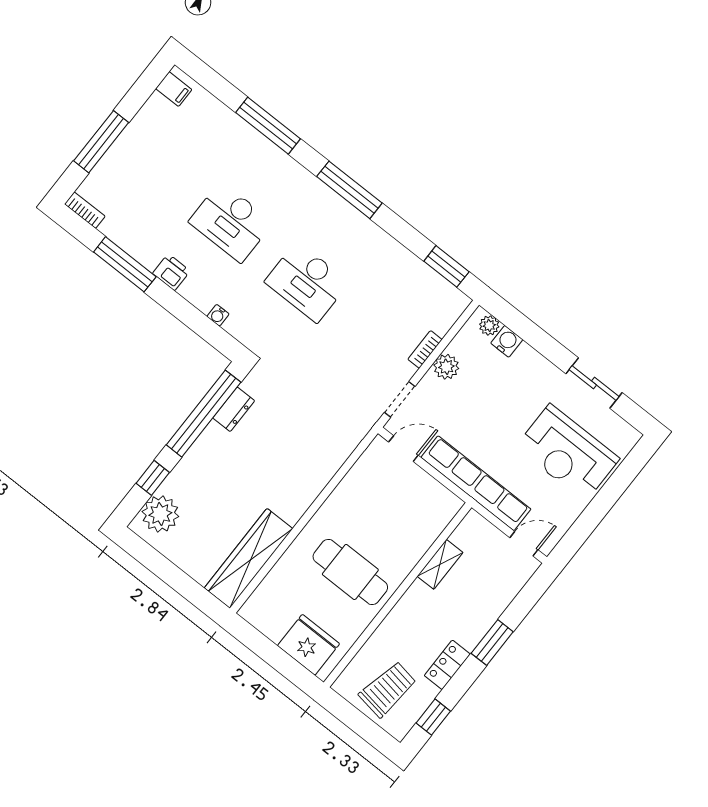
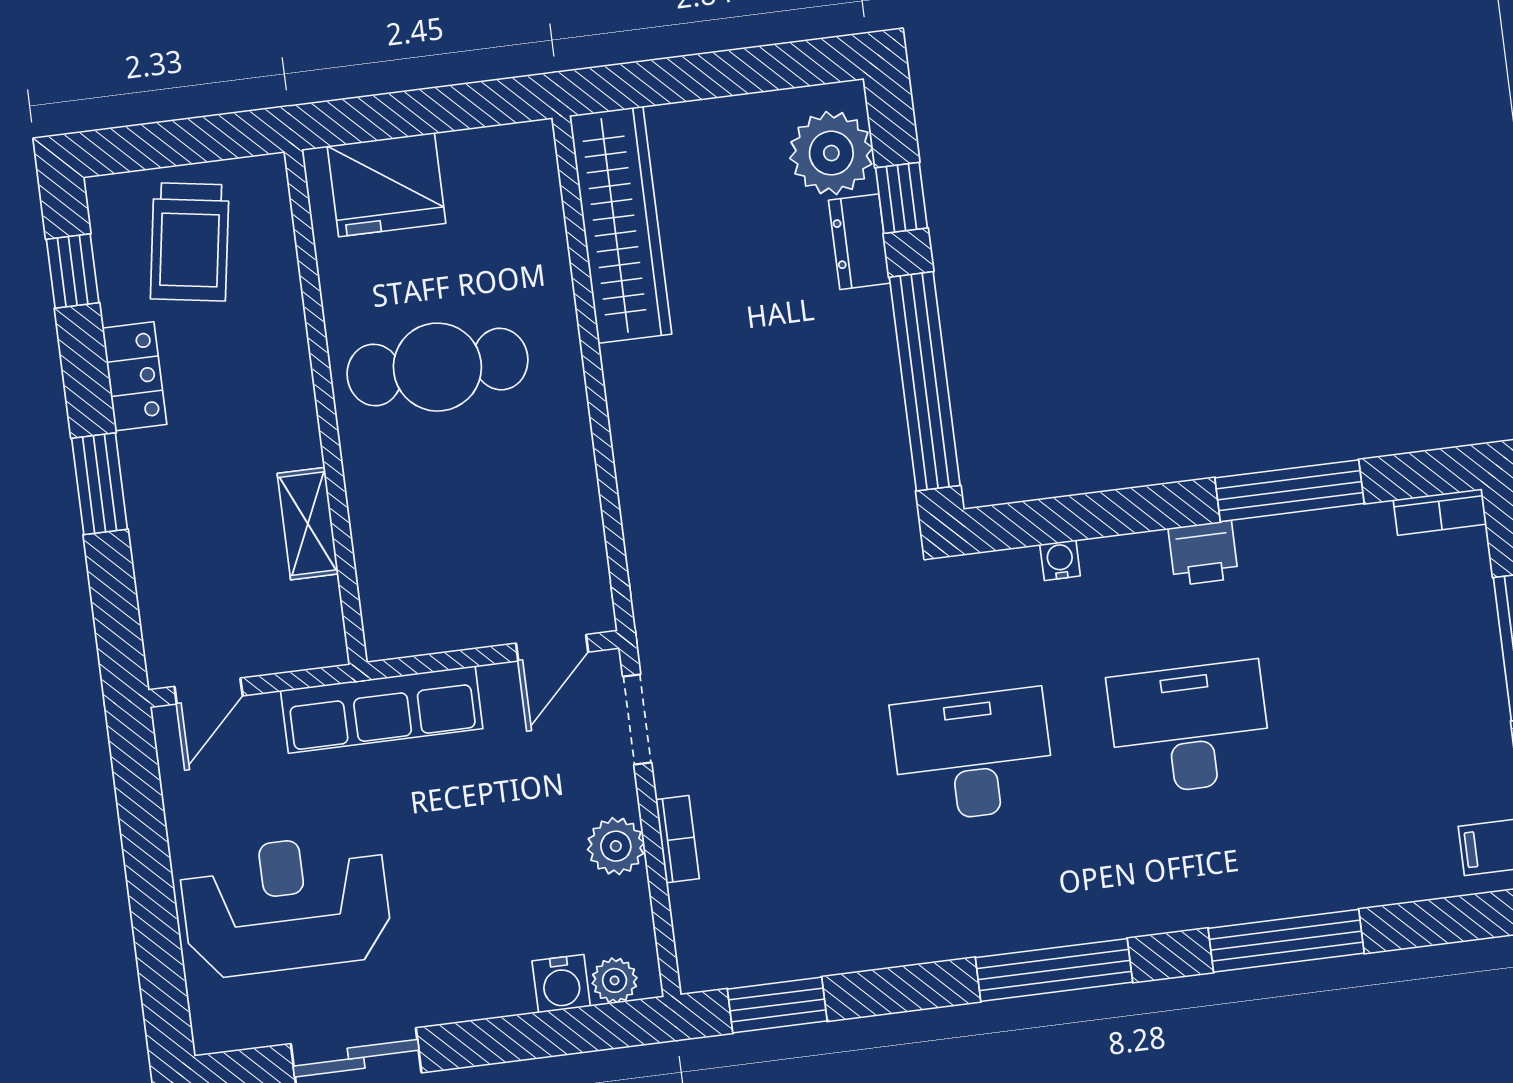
dresser: (234, 409) -> (859, 242), moved
row of seats: (476, 483) -> (382, 710), width x0.73

